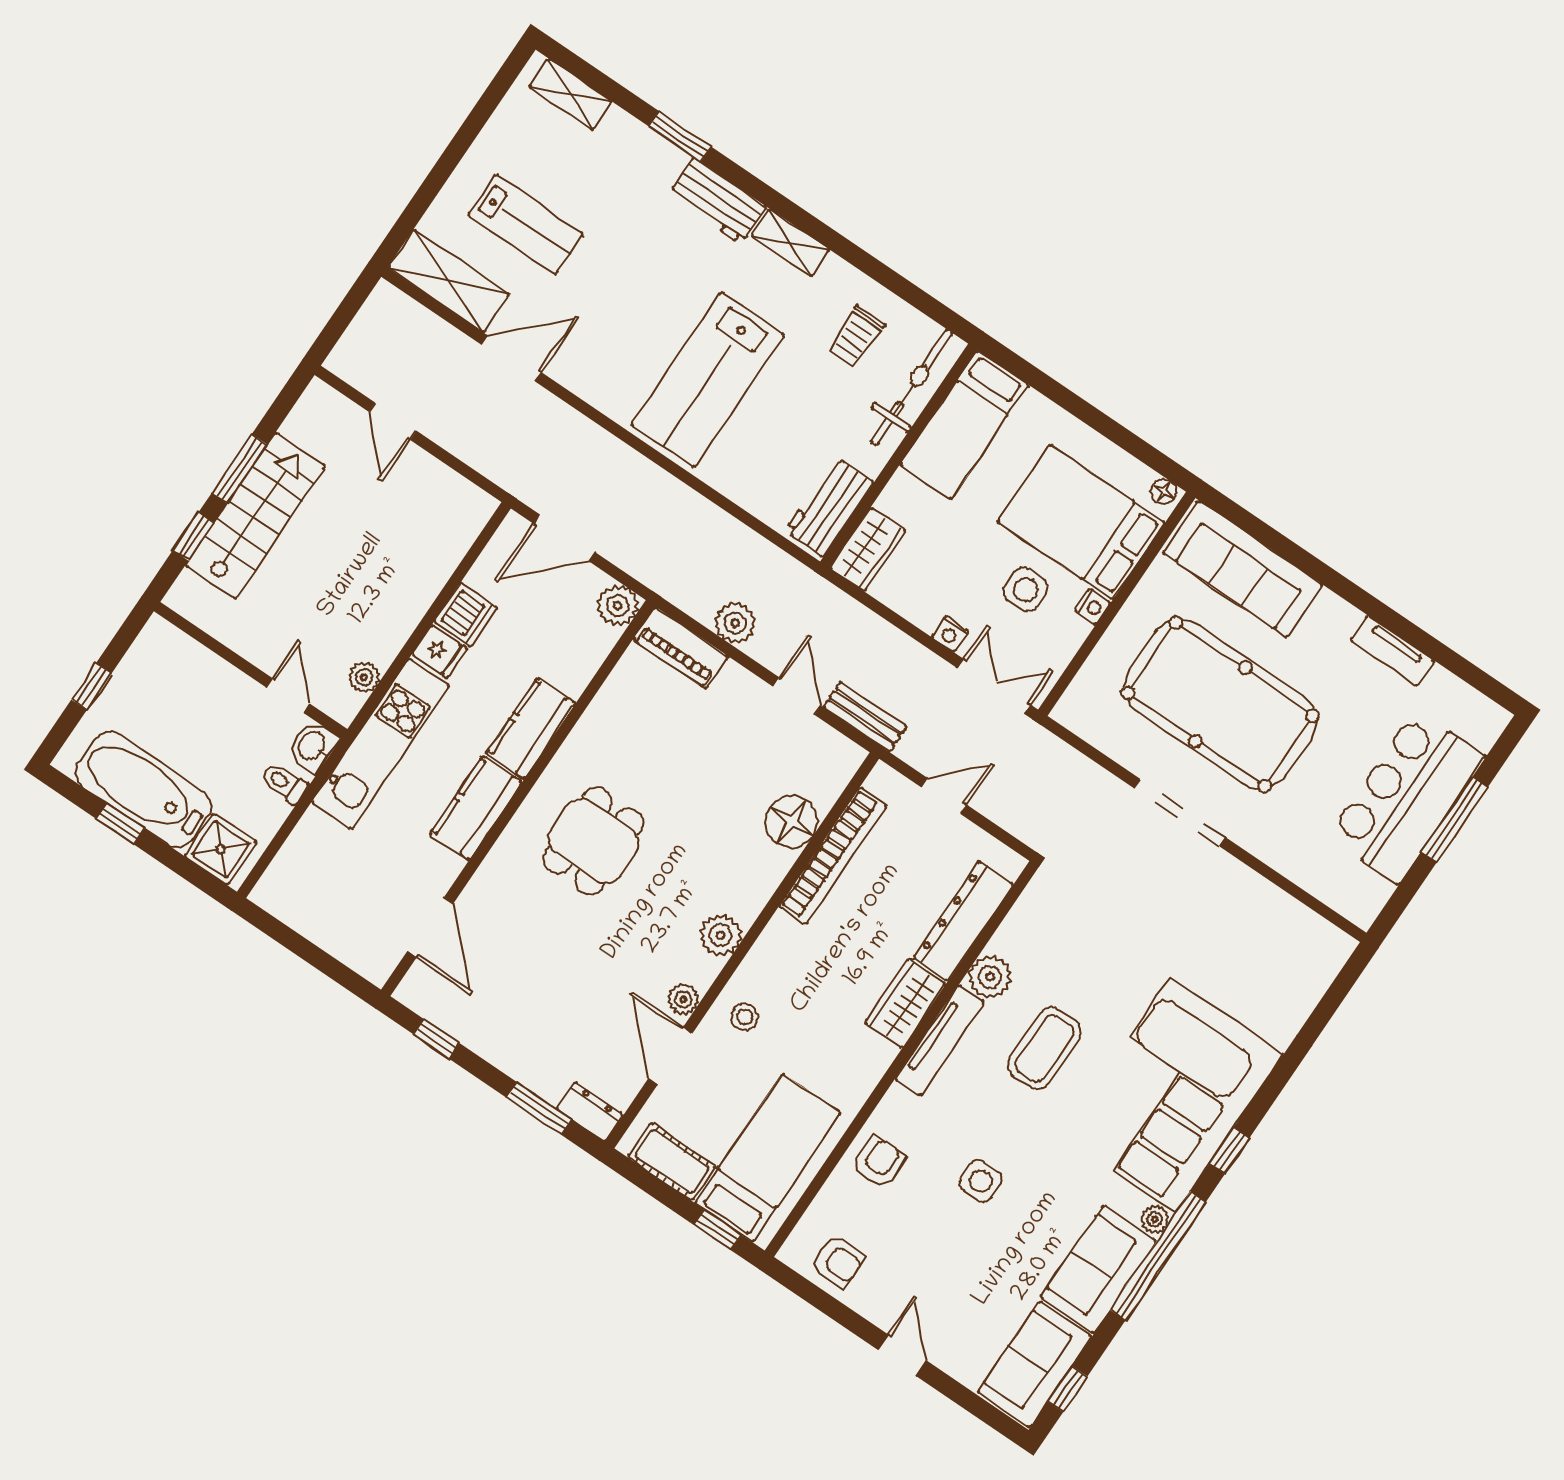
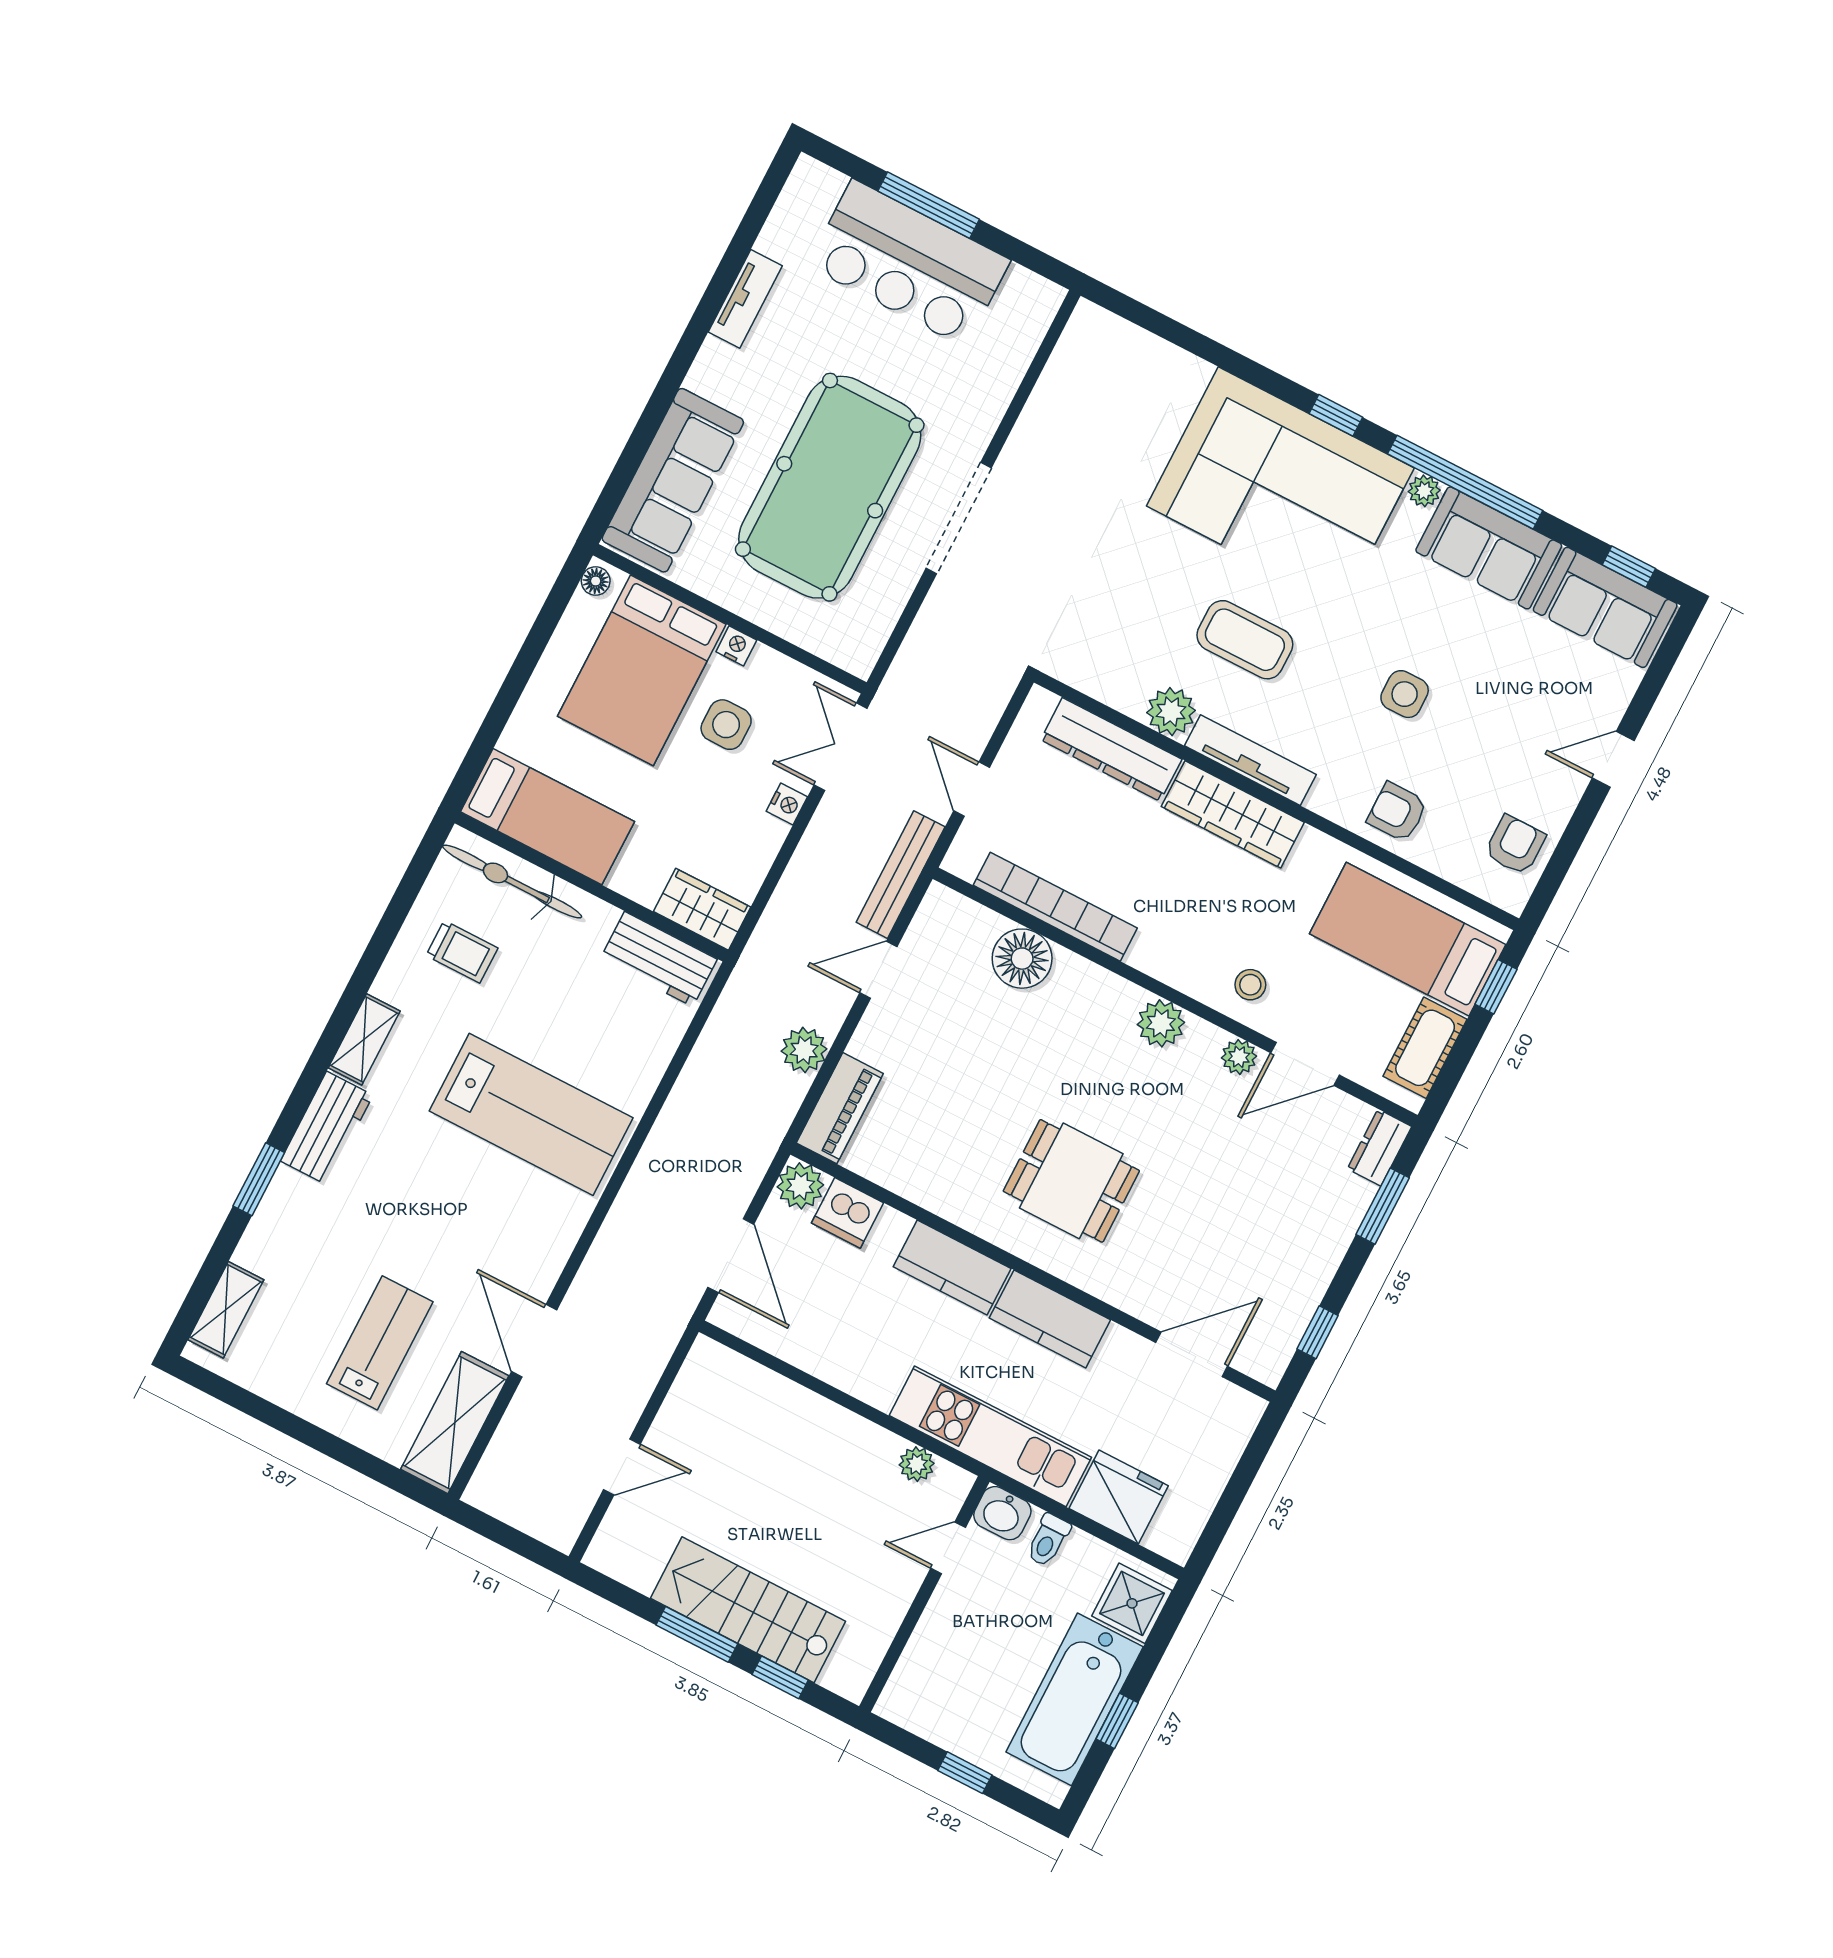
dishwasher: (466, 615) -> (848, 1213), moved, turned 180
fridge: (440, 651) -> (1119, 1497), moved, width x1.88, depth x1.34
bench: (865, 717) -> (901, 875), width x1.36
wardrobe: (905, 1003) -> (1233, 814), width x1.50

